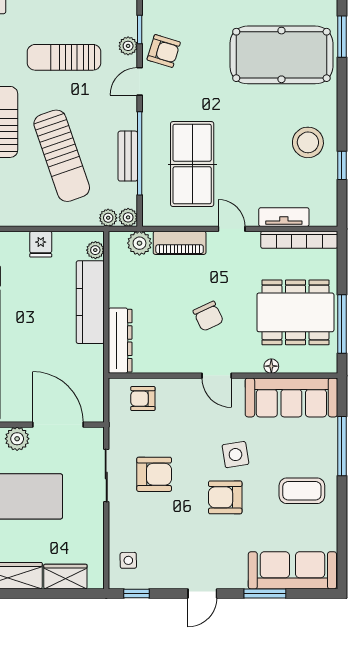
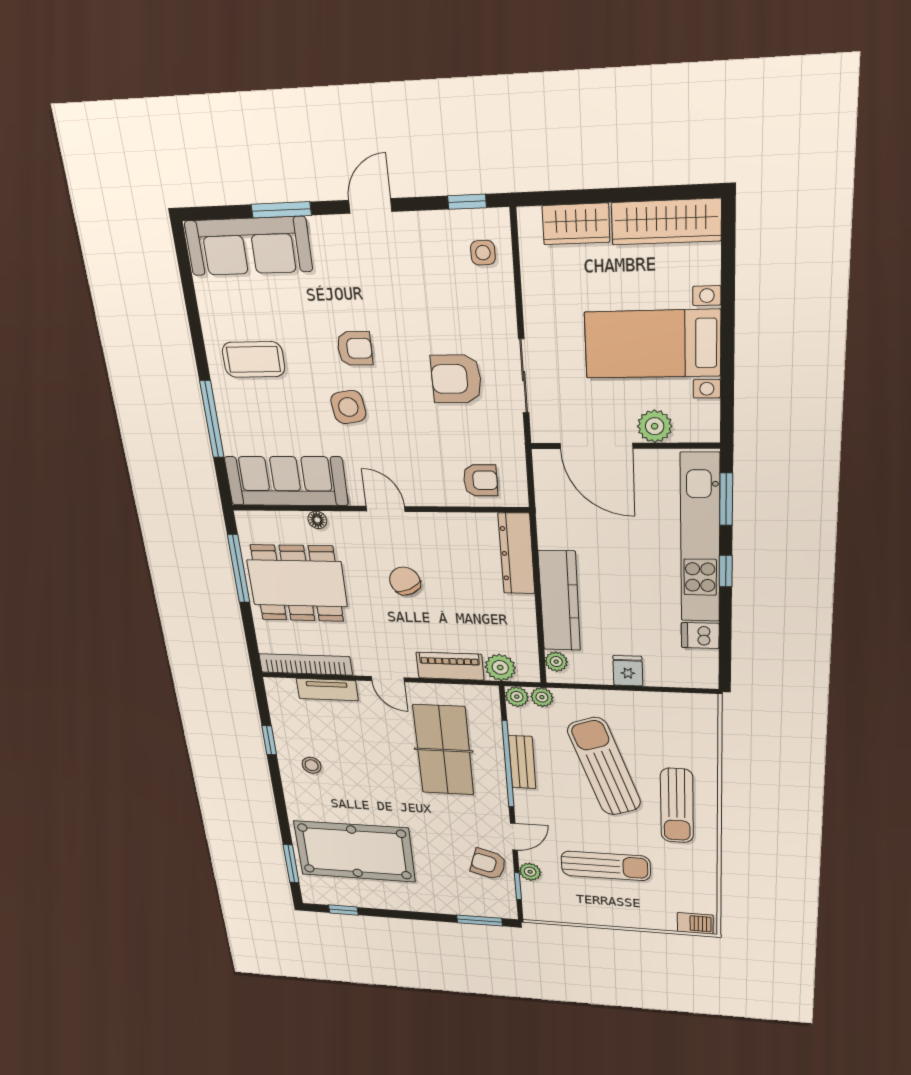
stool: (308, 142) -> (312, 765), width x0.53, depth x0.53
armchair: (225, 497) -> (355, 348), width x0.72, depth x0.72

